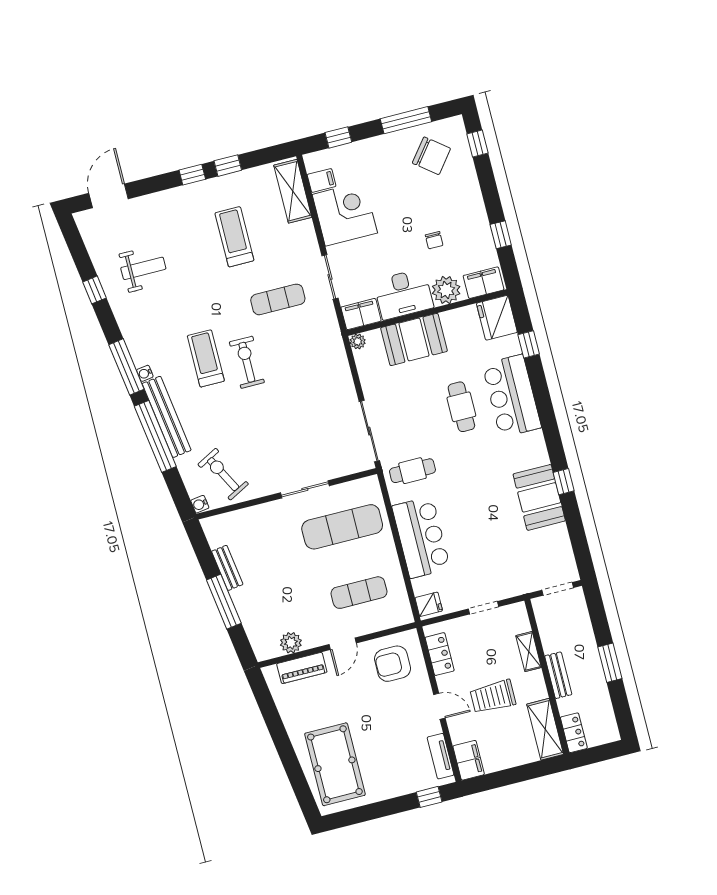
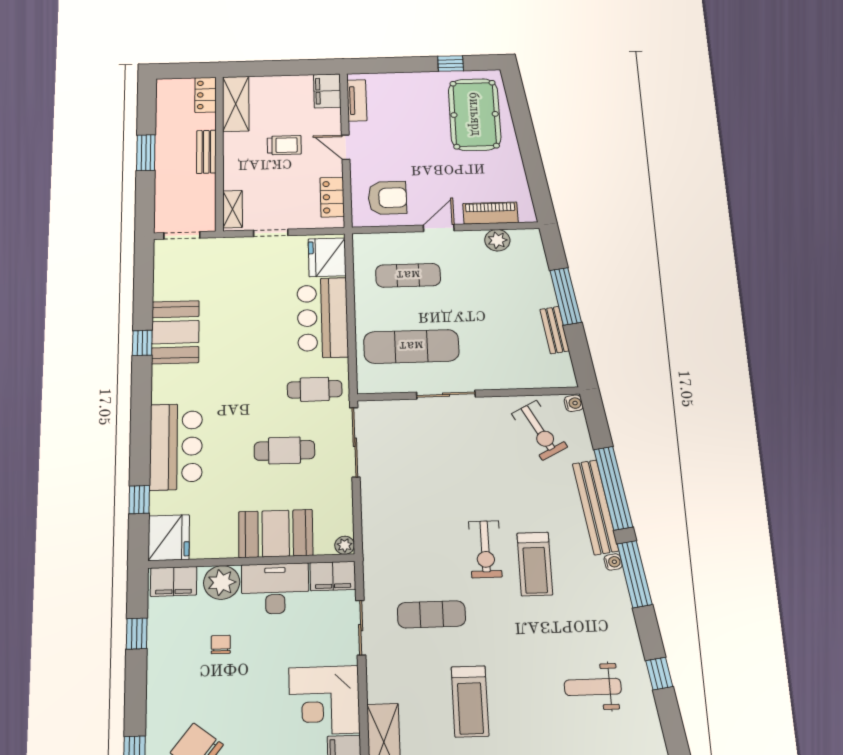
cafe table: (461, 407) -> (284, 450), moved, turned 90
fridge: (429, 604) -> (327, 257), width x1.88, depth x1.34
shelving: (529, 652) -> (232, 209), moved
trolley: (493, 697) -> (284, 145), width x0.73, depth x0.72
window: (429, 797) -> (451, 63), moved

